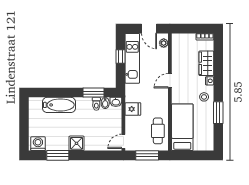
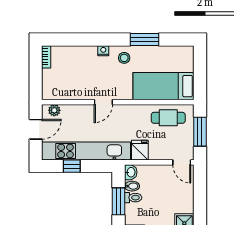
kitchen unit: (132, 58) -> (86, 151), width x1.36
wardrobe: (206, 63) -> (80, 55), removed
door: (170, 81) -> (103, 102), hinge flipped

